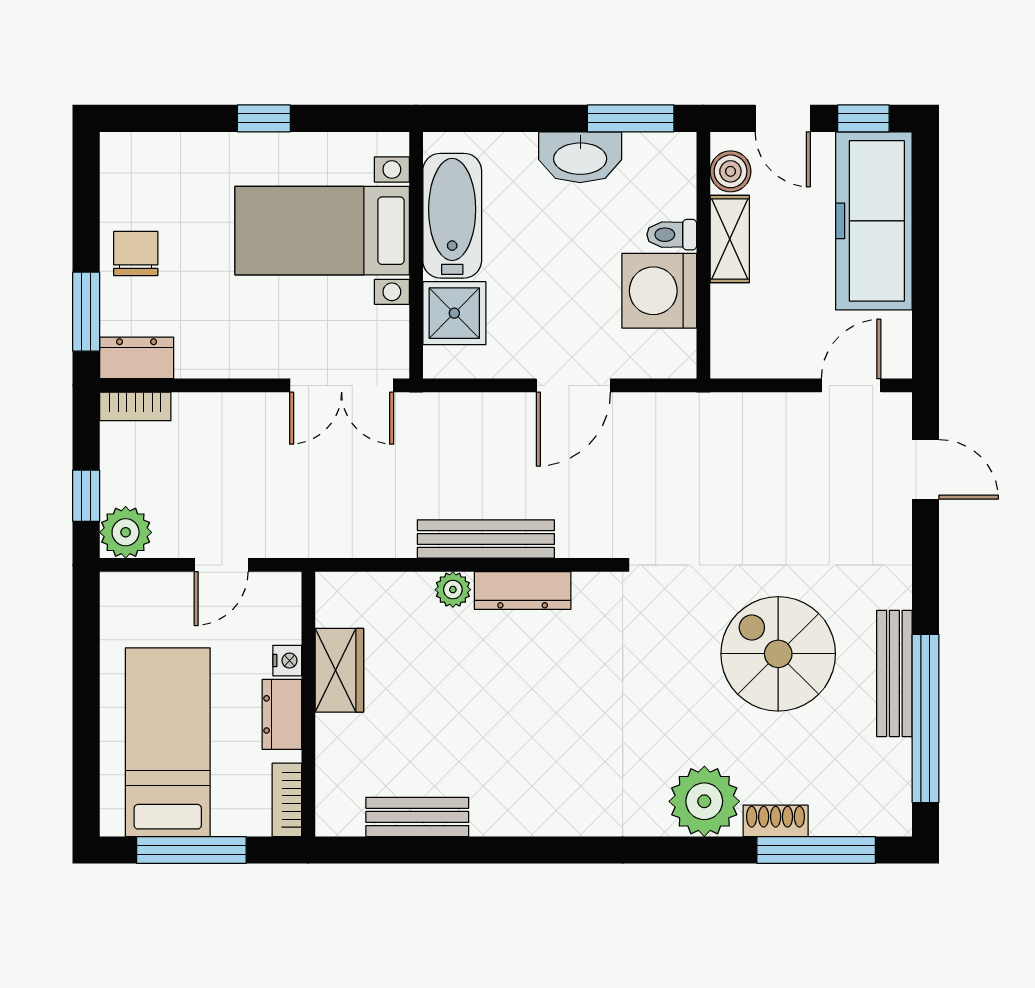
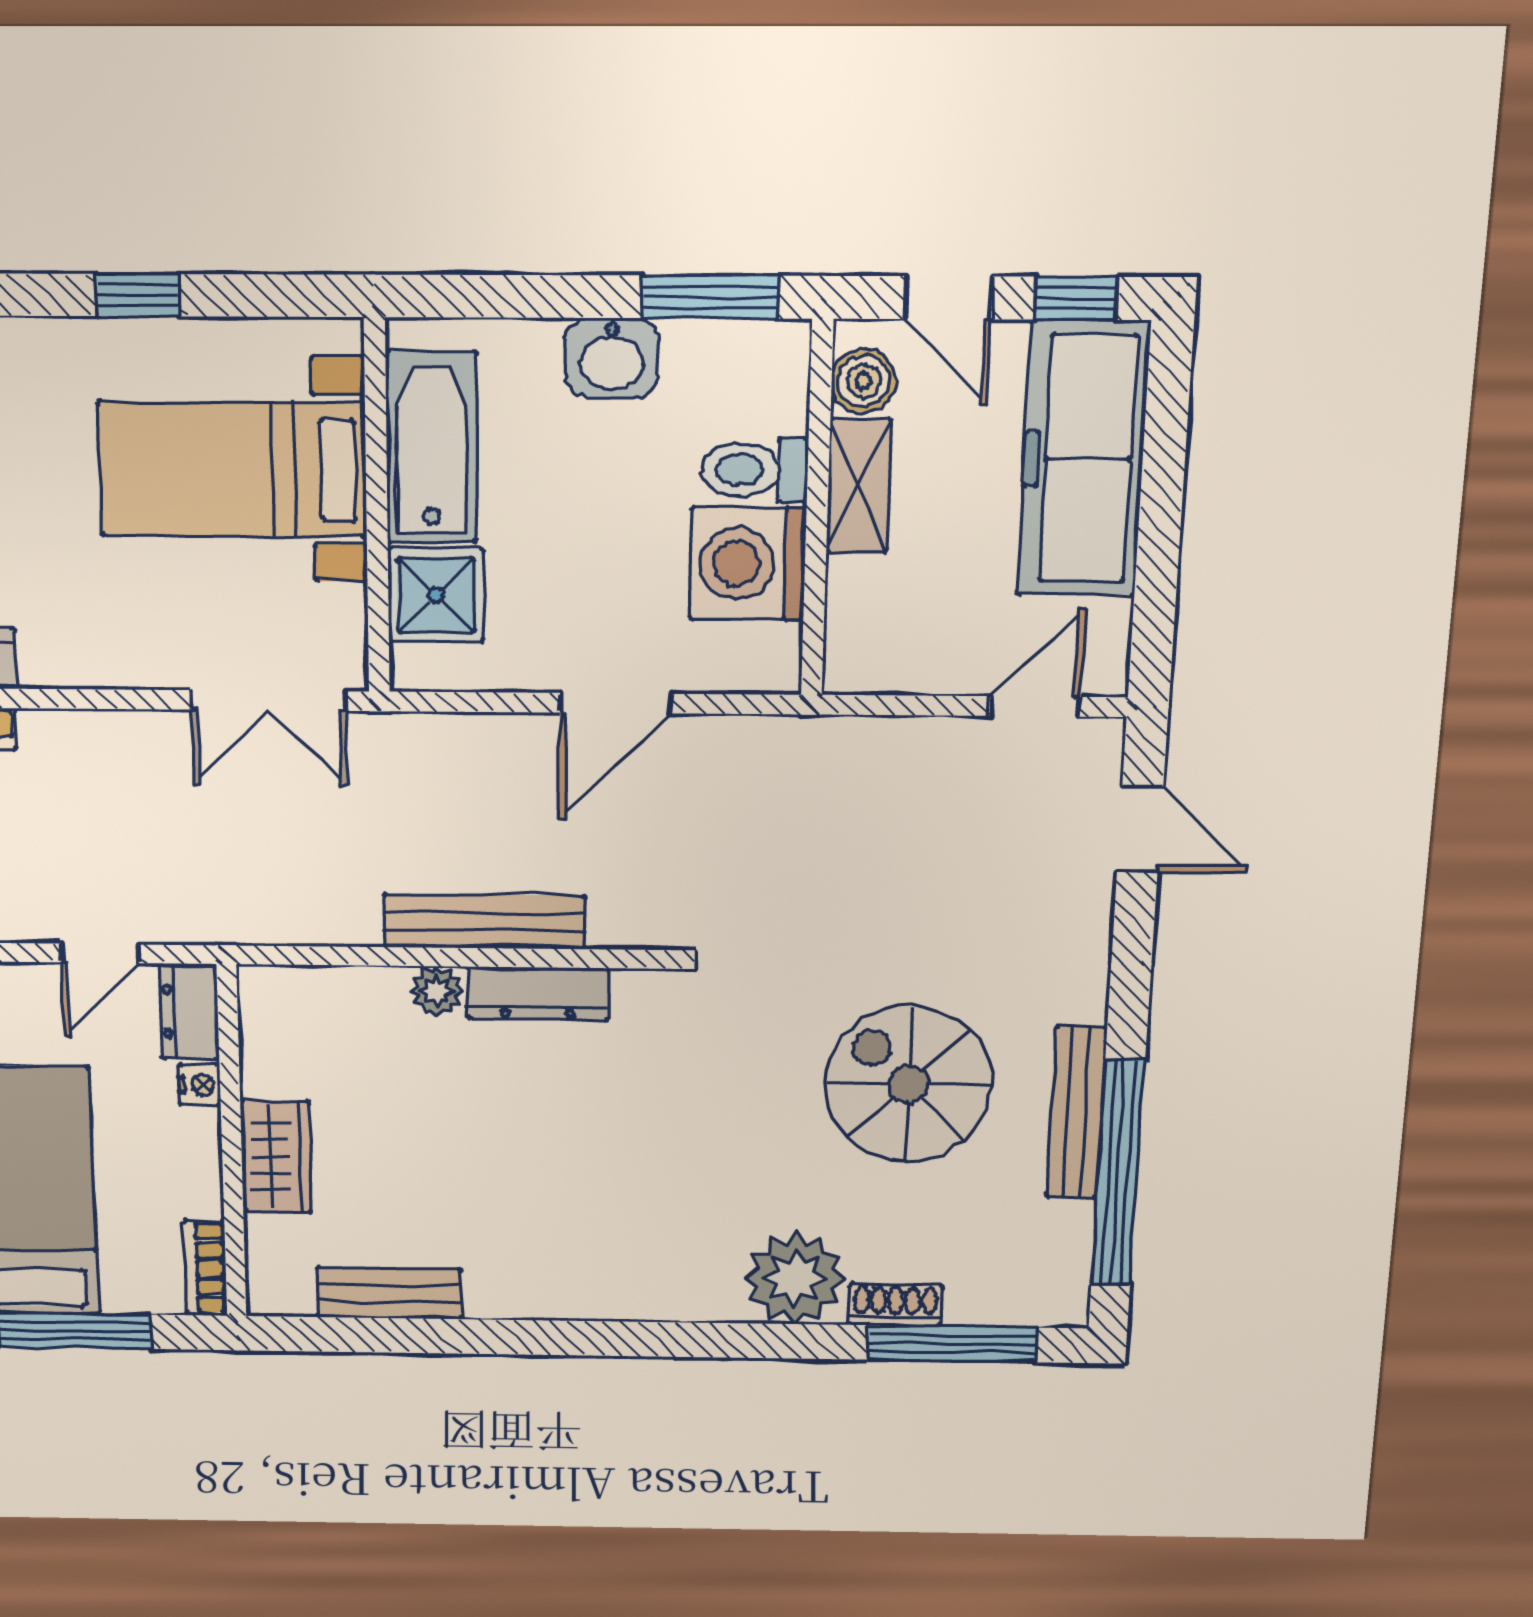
washbasin: (580, 157) -> (612, 358), width x0.72
toilet: (672, 235) -> (755, 470), width x1.37, depth x1.39
wardrobe: (339, 670) -> (276, 1156), moved
dresser: (282, 714) -> (190, 1012), moved

